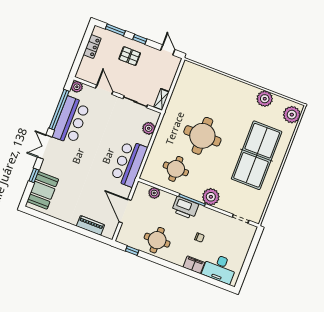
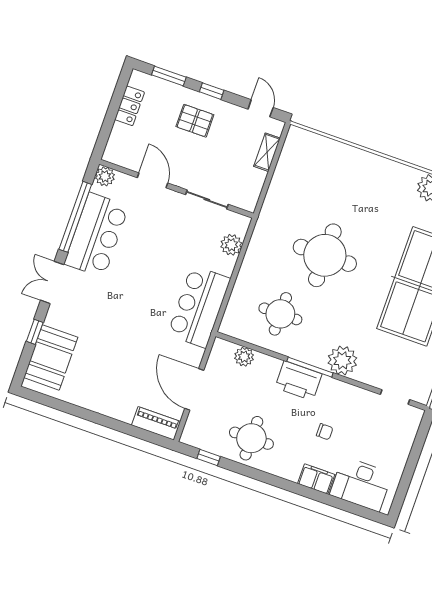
shelving: (161, 99) -> (267, 152), moved
piano: (90, 225) -> (156, 423), moved

